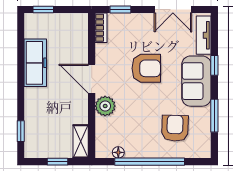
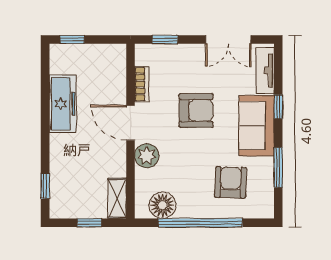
bookcase: (101, 28) -> (142, 84), moved
floor lamp: (118, 152) -> (162, 205), width x1.89, depth x1.89

